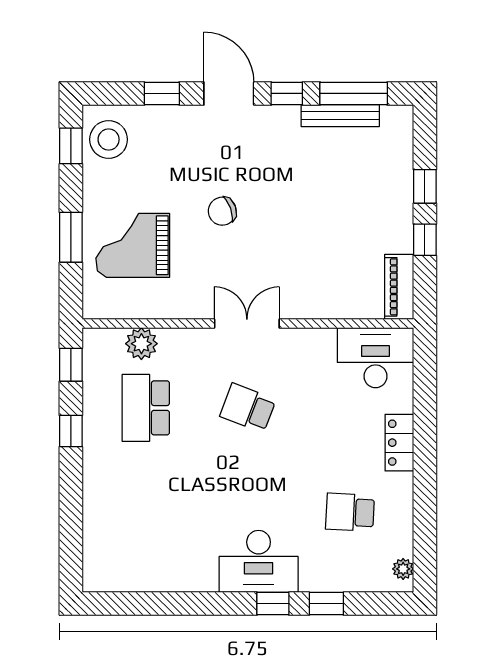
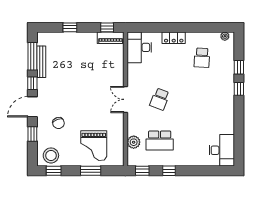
chair: (222, 211) -> (58, 123), moved
window: (425, 240) -> (107, 27), moved
desk: (259, 561) -> (222, 150), moved

